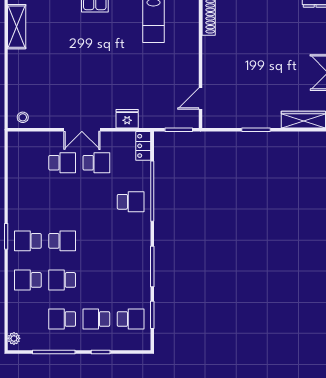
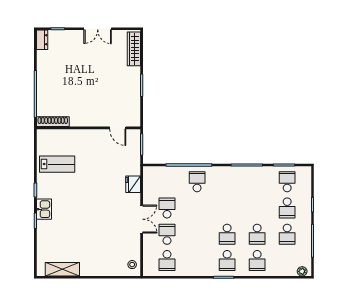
locker: (143, 146) -> (154, 172), removed
school desk: (28, 163) -> (167, 261), added
school desk: (62, 241) -> (227, 234), turned 180

